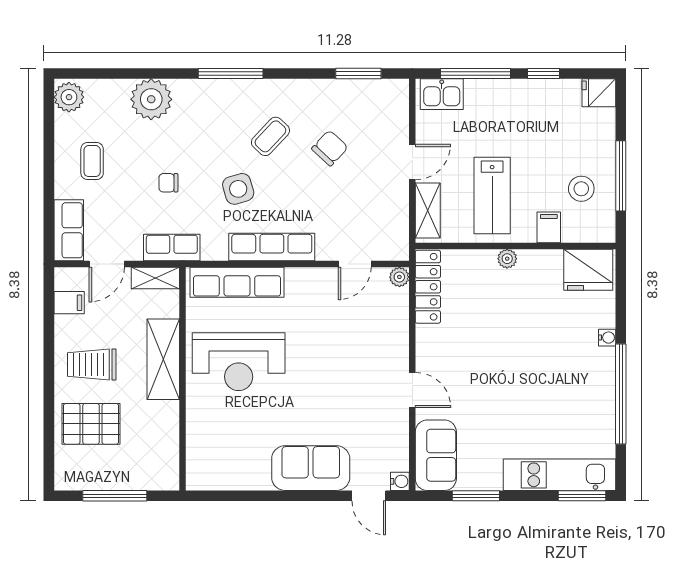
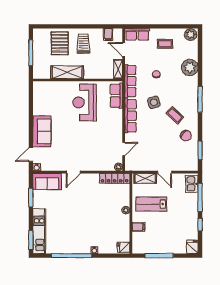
chair: (330, 148) -> (186, 136), moved
stool: (581, 189) -> (154, 240), removed
row of seats: (172, 247) -> (130, 81), width x1.48
door: (355, 264) -> (124, 149), swing flipped
fridge: (588, 270) -> (124, 247), width x0.53, depth x0.75
row of seats: (237, 282) -> (116, 96), width x0.68
shelving: (163, 359) -> (67, 72), moved

